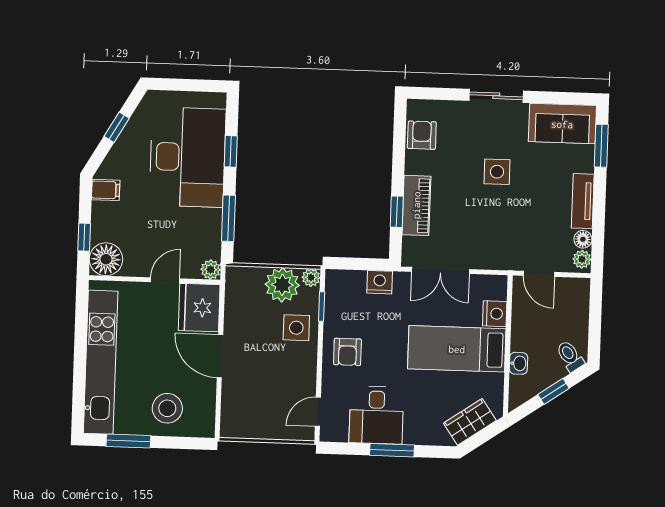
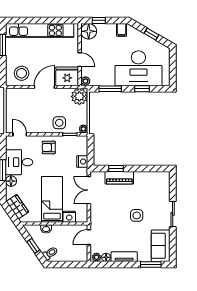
armchair: (422, 135) -> (153, 179), removed
plant: (282, 285) -> (79, 96), moved
stool: (167, 408) -> (22, 73), moved
floor lamp: (415, 434) -> (11, 181), added

